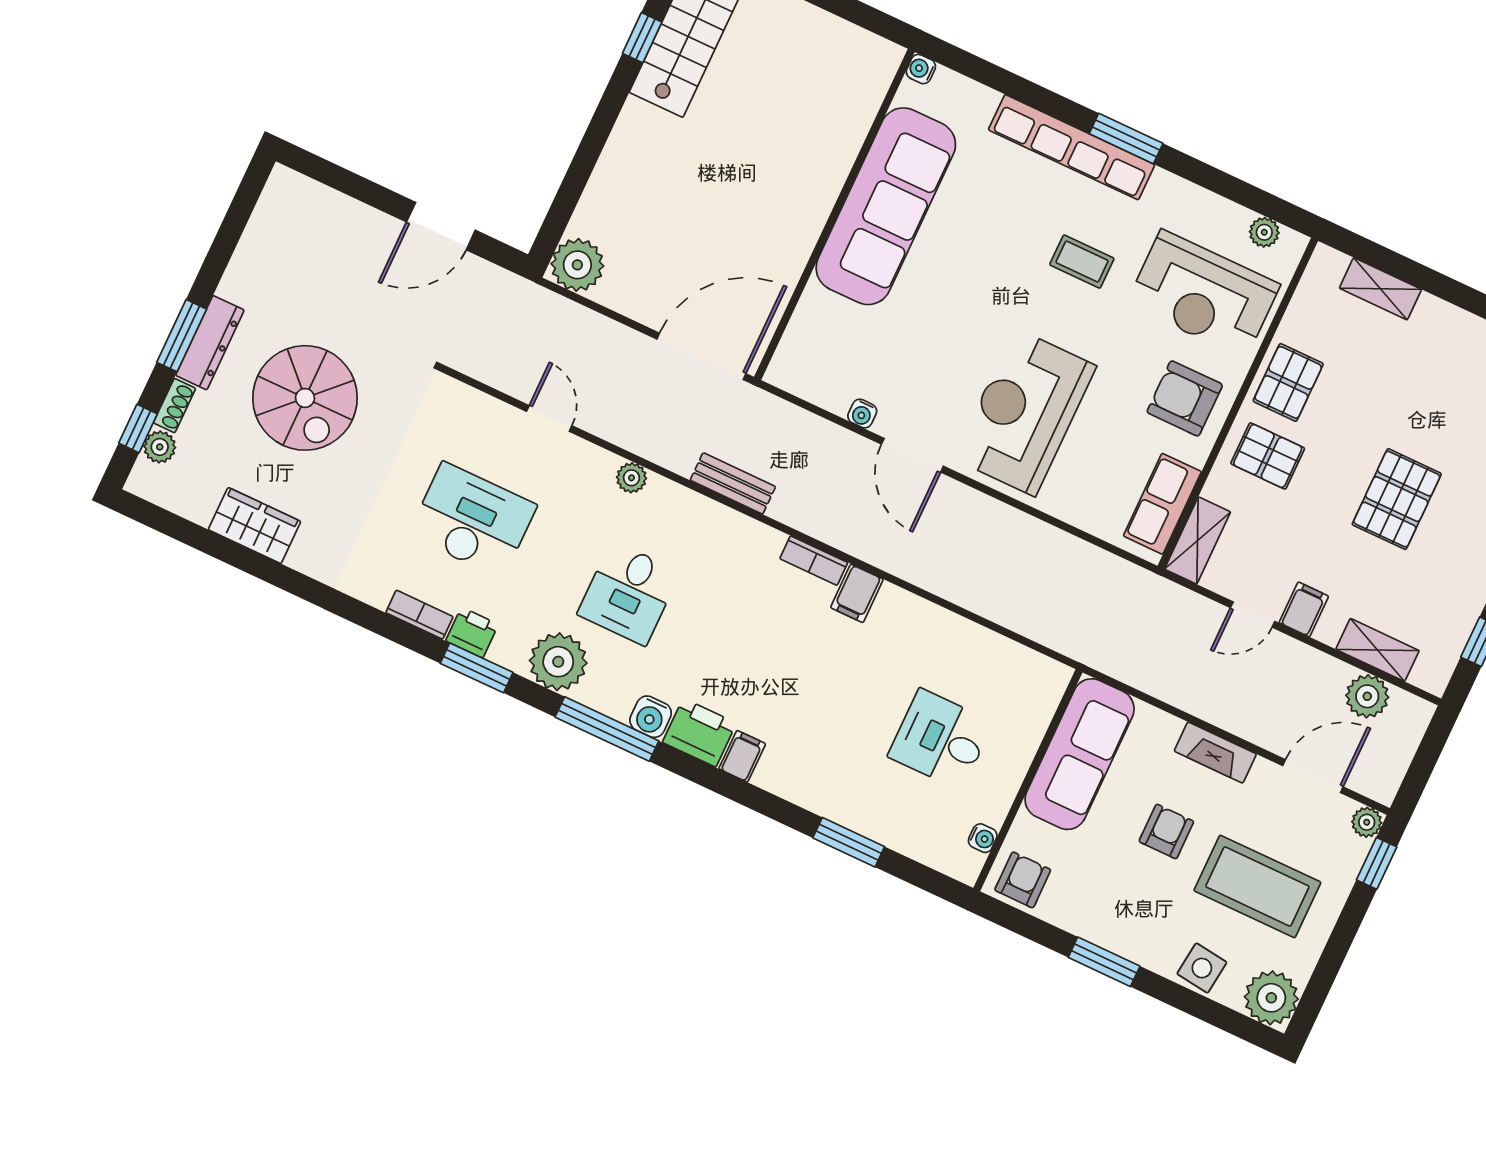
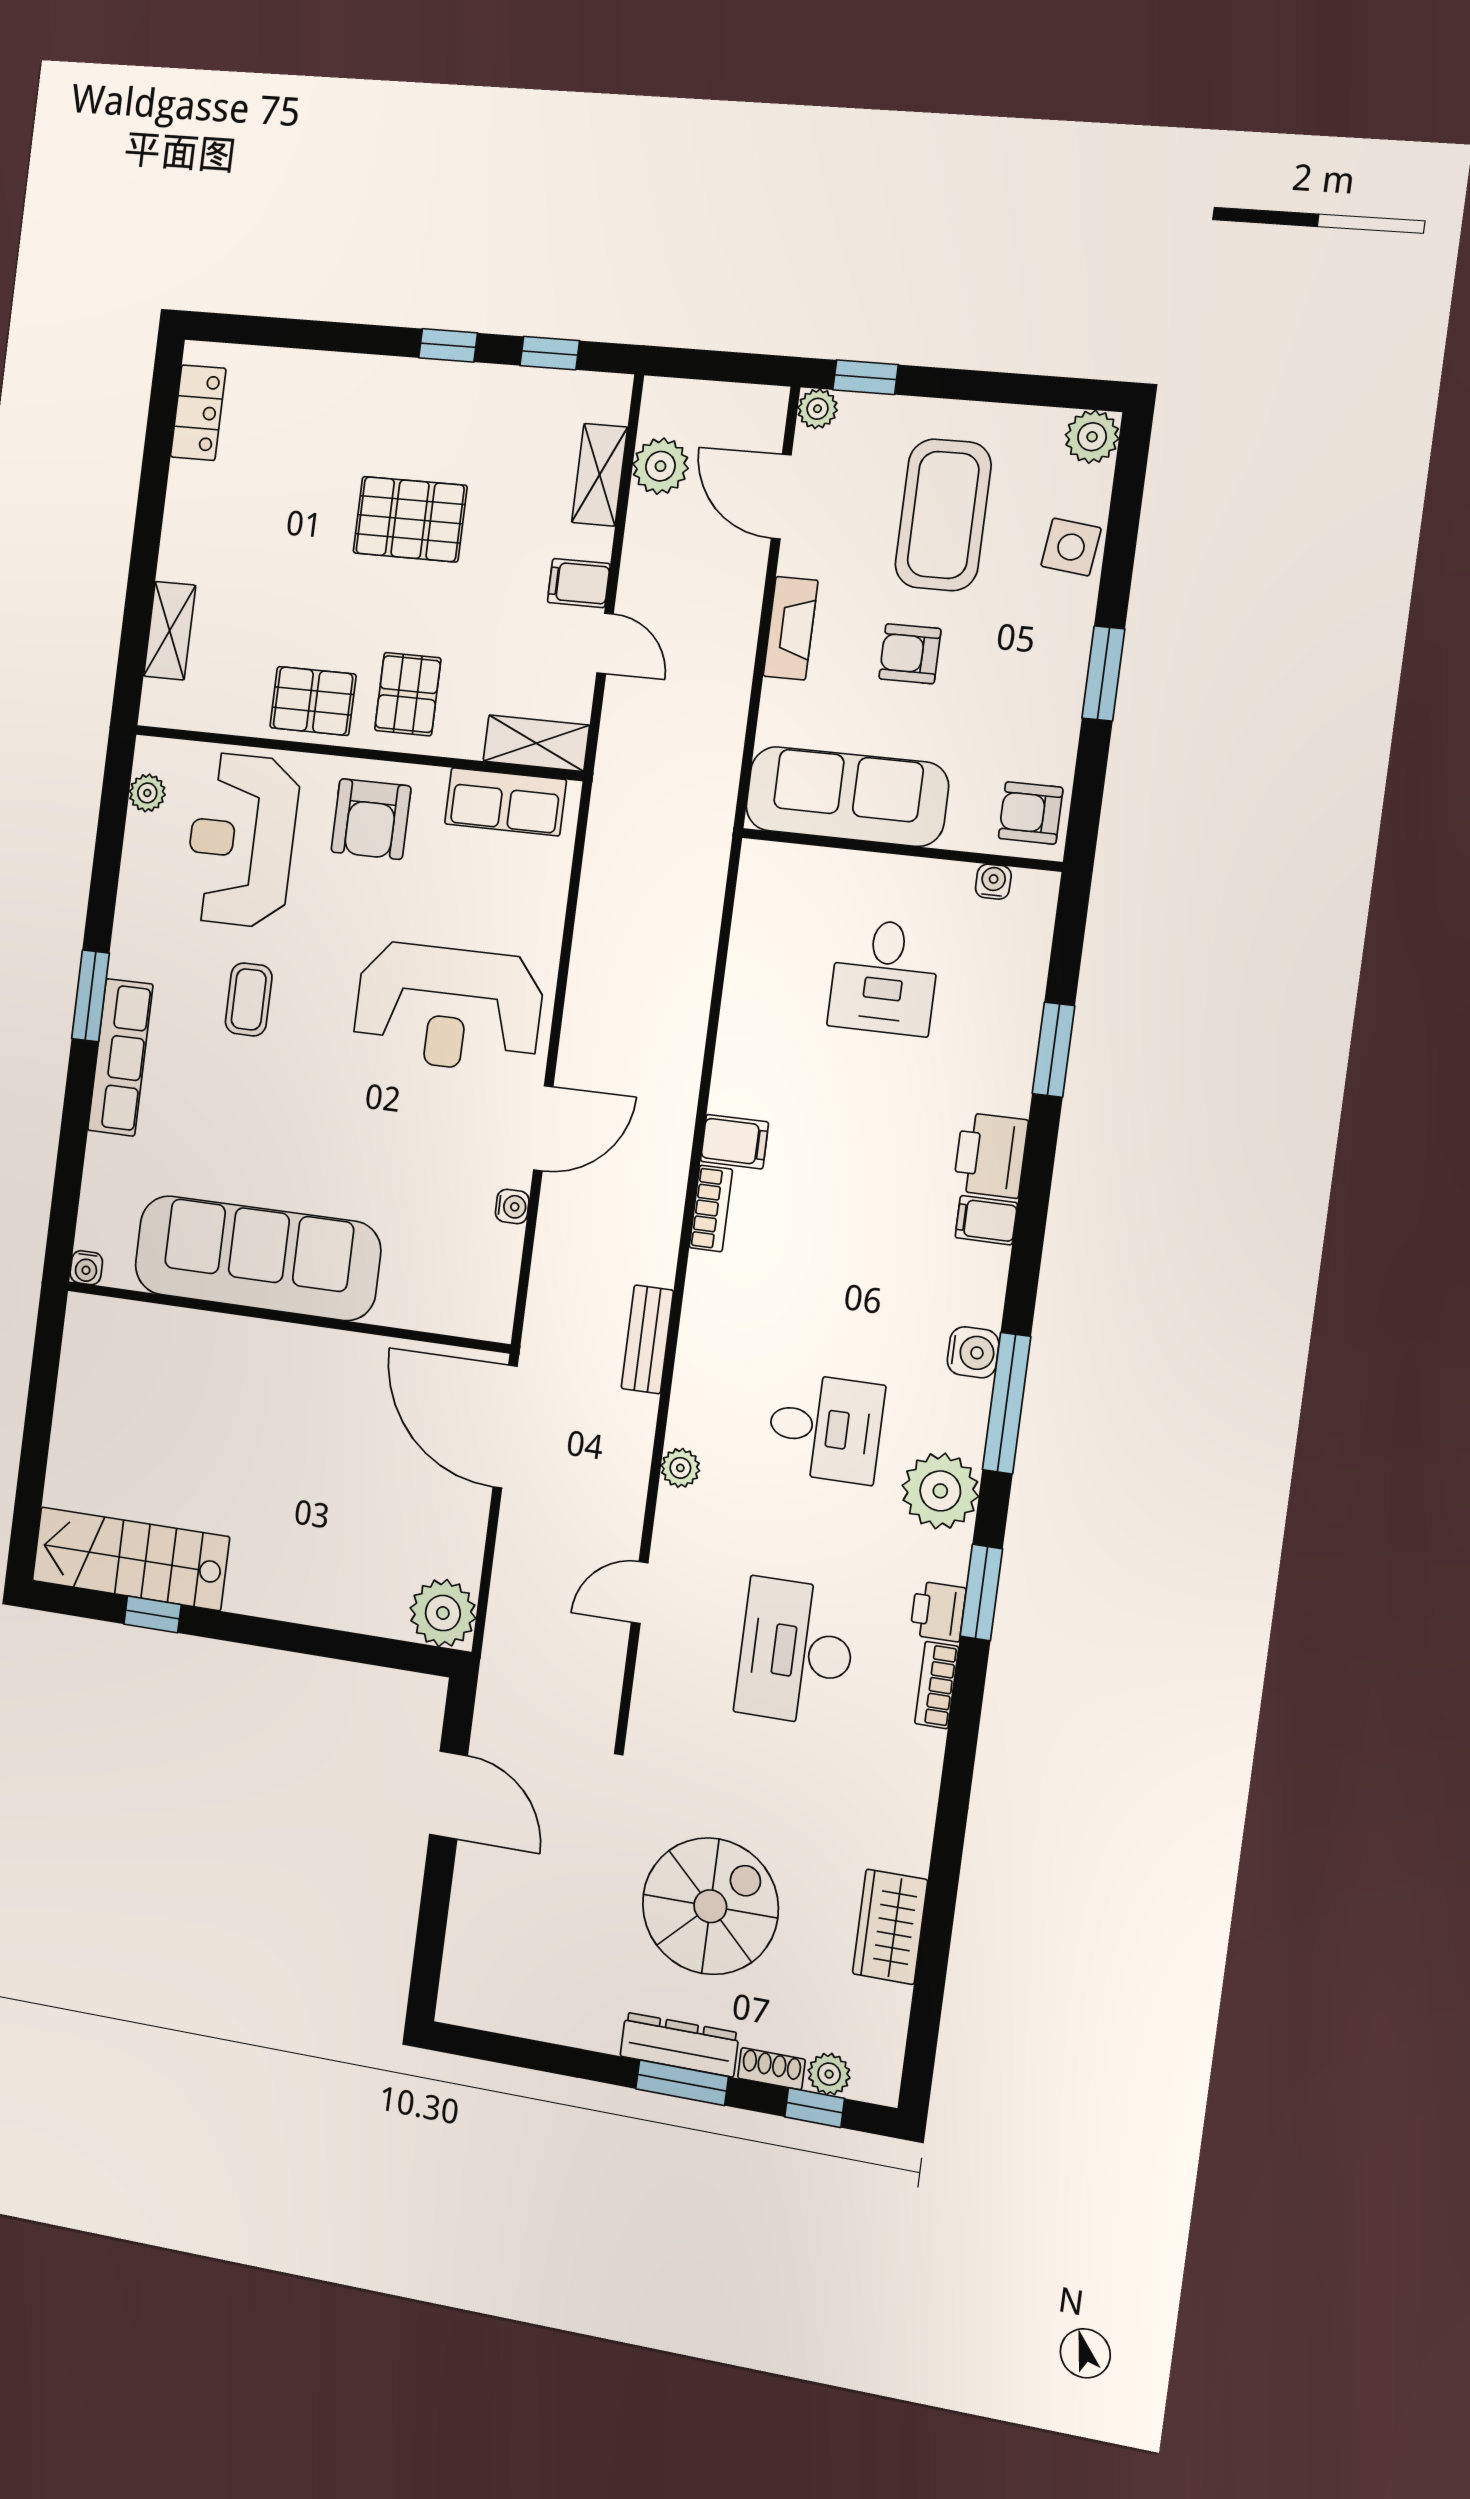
row of seats: (1072, 147) -> (120, 1057), width x0.73
reception desk: (1203, 294) -> (241, 840), turned 180
printer: (699, 733) -> (991, 1155), moved
plant: (1271, 998) -> (1092, 437), width x0.73, depth x0.73

